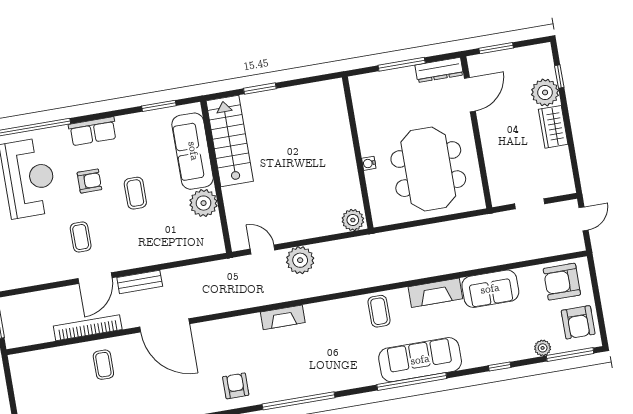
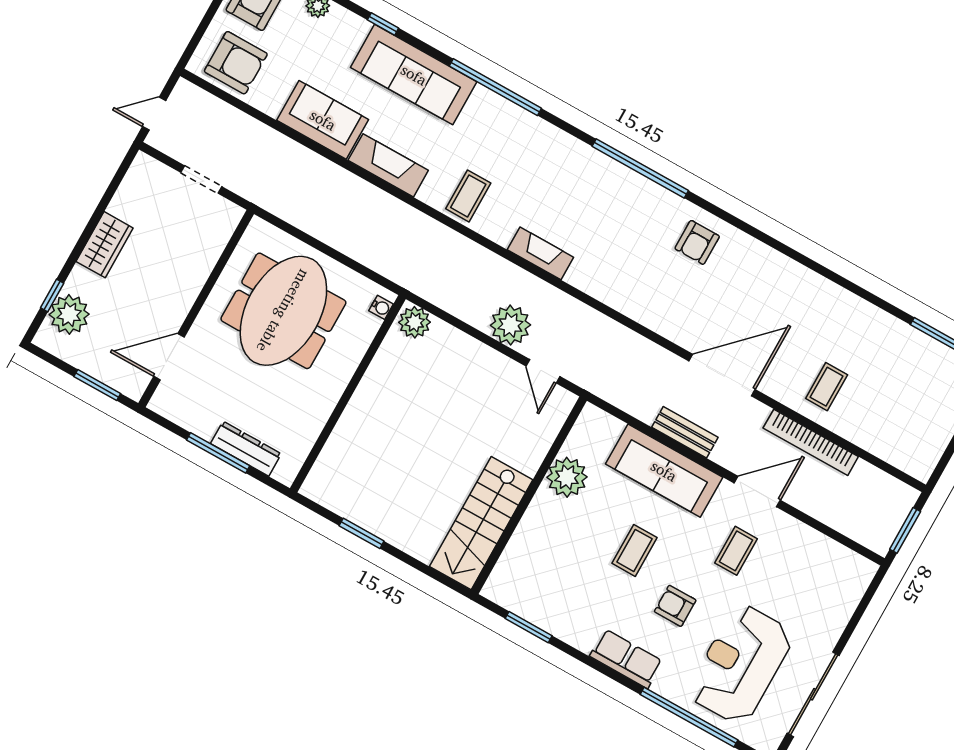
dresser: (439, 70) -> (246, 449), moved
window: (260, 89) -> (362, 533), moved
plant: (545, 92) -> (69, 314), moved
sofa: (193, 151) -> (664, 471), moved, turned 90
water cooler: (369, 163) -> (381, 307), moved
bench: (140, 282) -> (685, 432), moved
fireplace: (283, 317) -> (540, 253), moved
door: (165, 325) -> (722, 375), hinge flipped
sofa: (420, 360) -> (414, 75), moved

